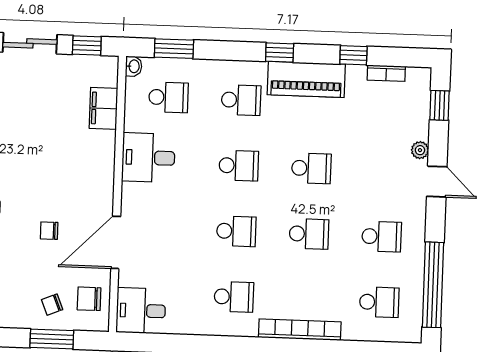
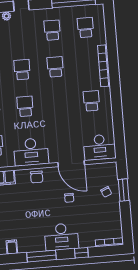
desk: (148, 158) -> (31, 152), width x1.37
school desk: (236, 231) -> (58, 104), removed
chair: (89, 299) -> (37, 177), moved
desk: (141, 311) -> (100, 147), width x1.37

